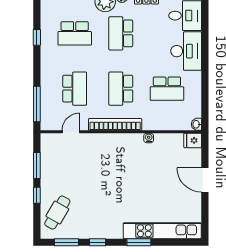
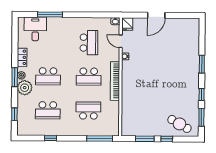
school desk: (75, 33) -> (48, 110), turned 90
window: (205, 35) -> (50, 15), added
desk: (186, 51) -> (61, 28), removed
door: (71, 132) -> (121, 41), moved
kitchen unit: (162, 231) -> (193, 47), removed

